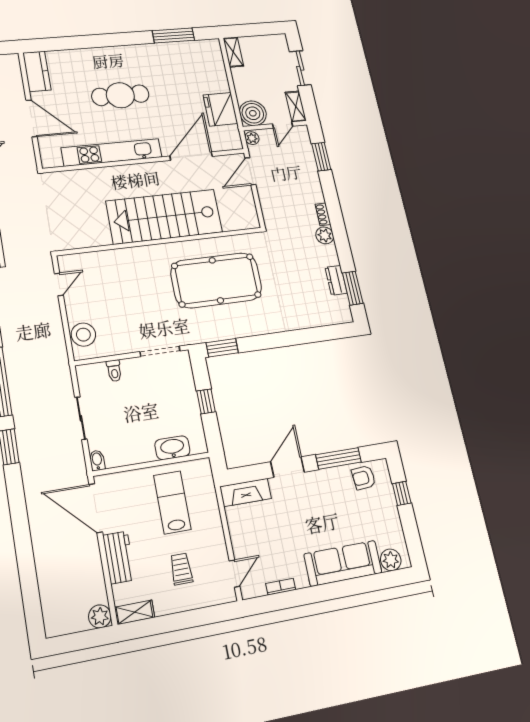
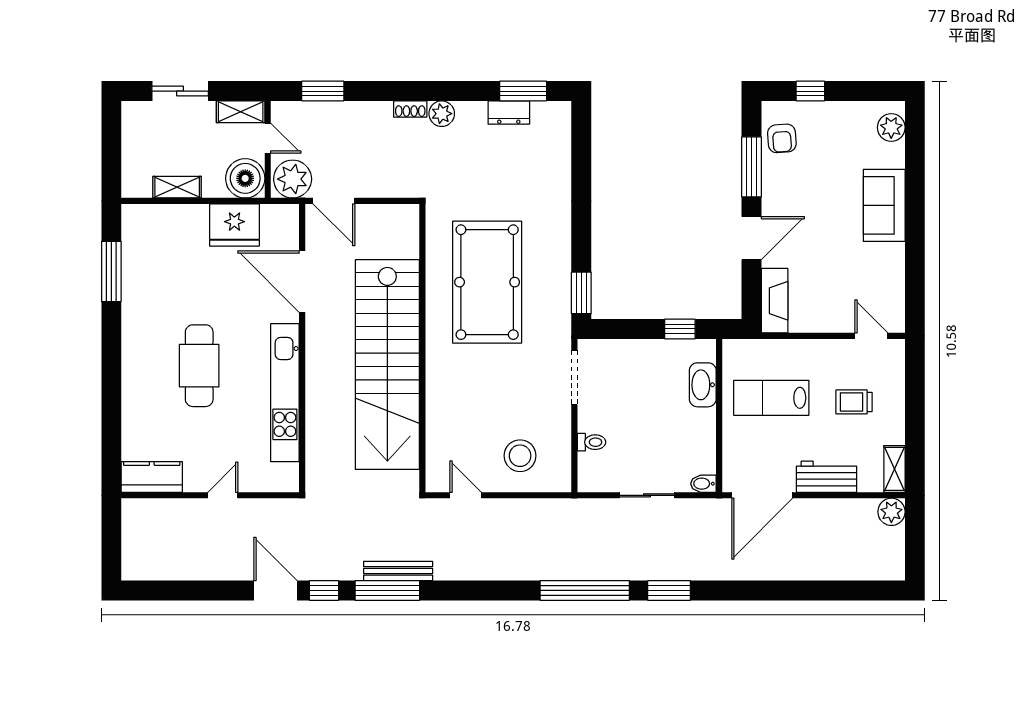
shelving: (233, 52) -> (177, 187), moved
door: (31, 118) -> (223, 495), width x0.53
plant: (252, 138) -> (293, 179), width x1.87, depth x1.87
stairs: (164, 217) -> (387, 365), width x1.36
stool: (83, 335) -> (520, 456), moved
window: (206, 401) -> (680, 329), moved
door: (288, 467) -> (752, 238), swing flipped
sofa: (343, 563) -> (884, 205), width x0.73
bookcase: (281, 587) -> (898, 280), removed

